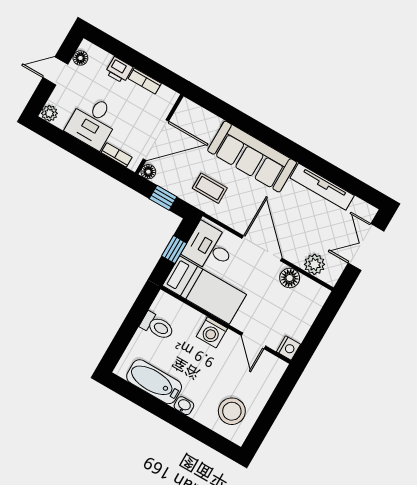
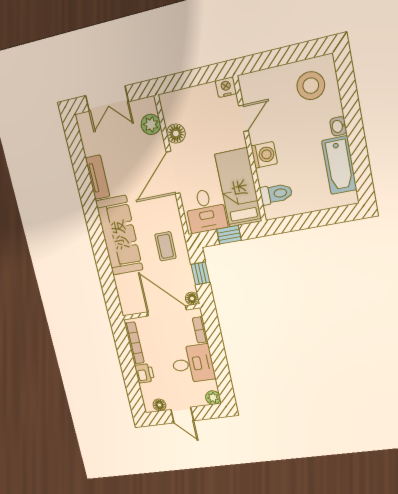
bookcase: (145, 81) -> (134, 343), width x1.56
tv unit: (322, 187) -> (98, 177), width x0.71
toilet: (157, 326) -> (276, 194), moved, turned 90

